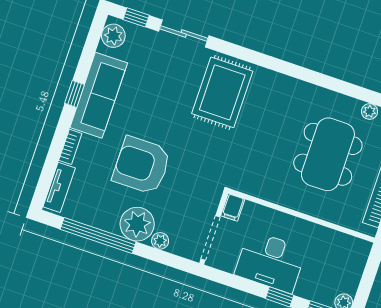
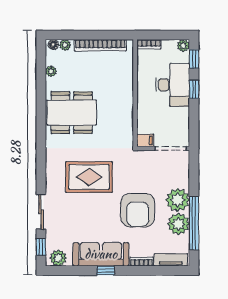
rug: (222, 92) -> (89, 177), moved
dining table: (328, 154) -> (72, 113), moved
plant: (160, 241) -> (178, 224), moved, width x1.87, depth x1.87
bookcase: (361, 257) -> (149, 44), added
desk: (270, 262) -> (173, 85), moved

